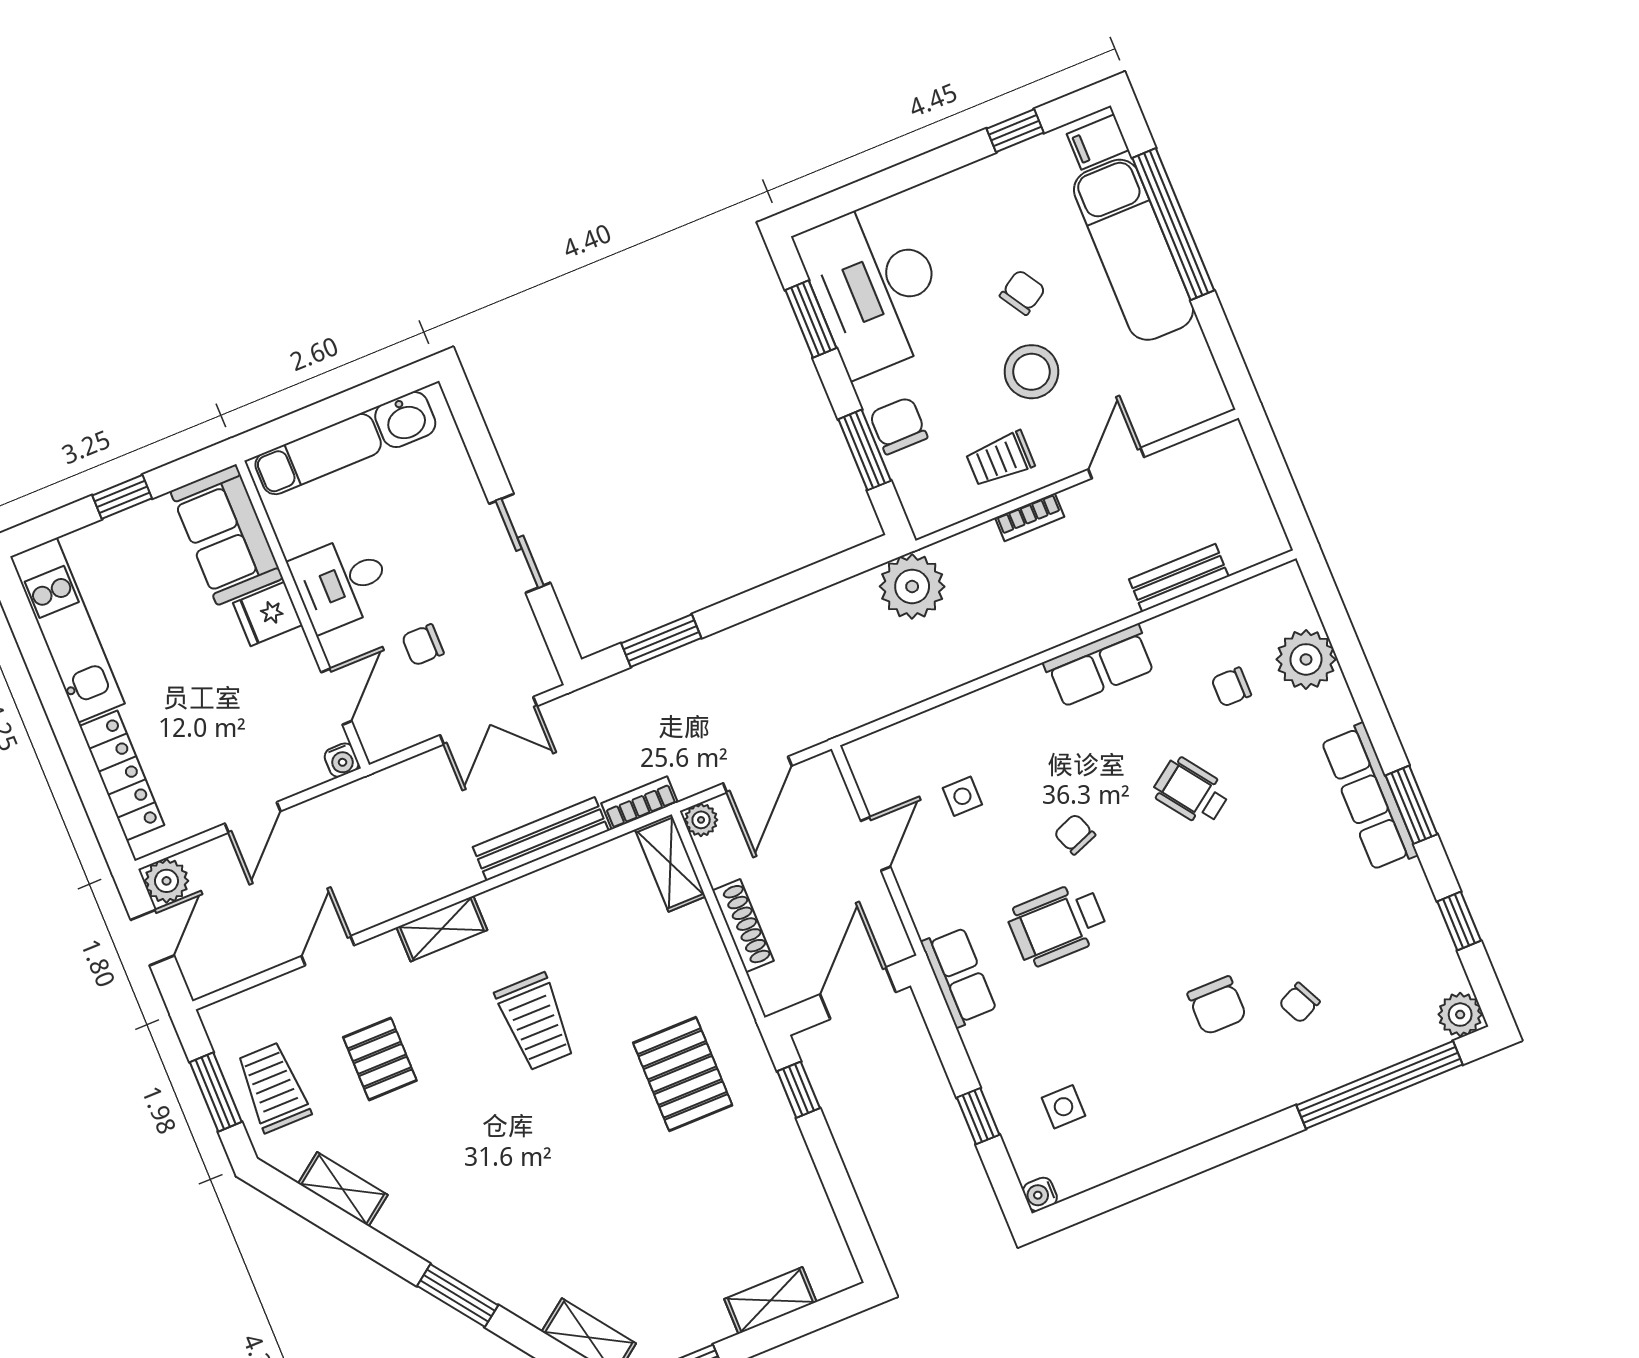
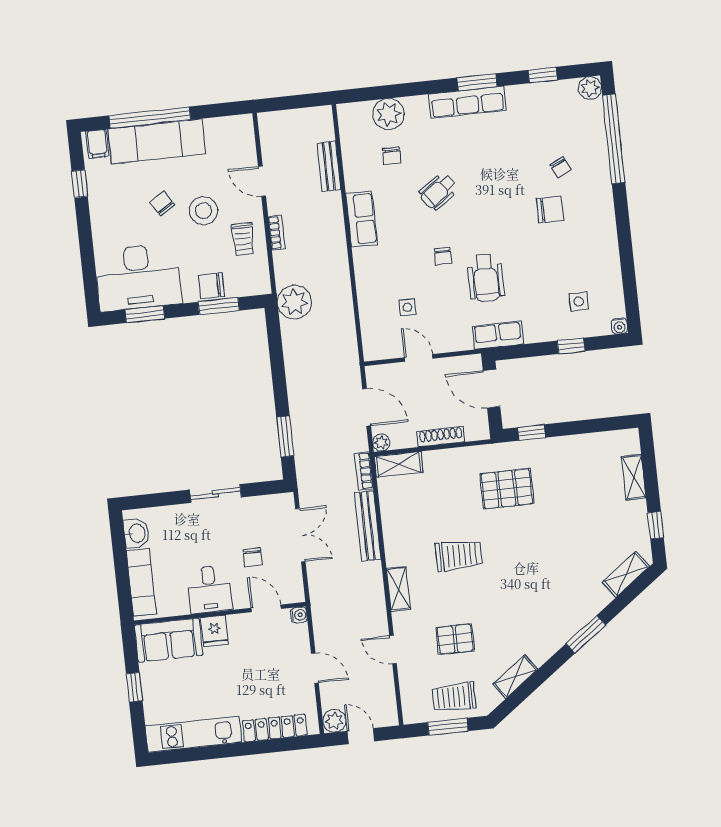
chair: (1075, 834) -> (443, 256), turned -69

